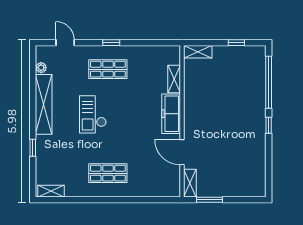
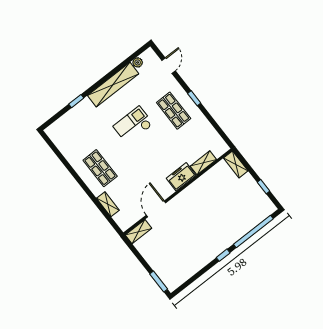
freezer: (171, 114) -> (181, 177), width x0.71
shelving: (51, 191) -> (108, 204), moved
window: (210, 200) -> (159, 282), moved

